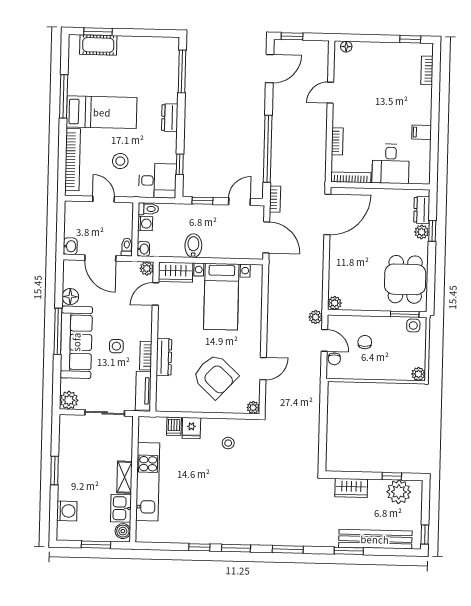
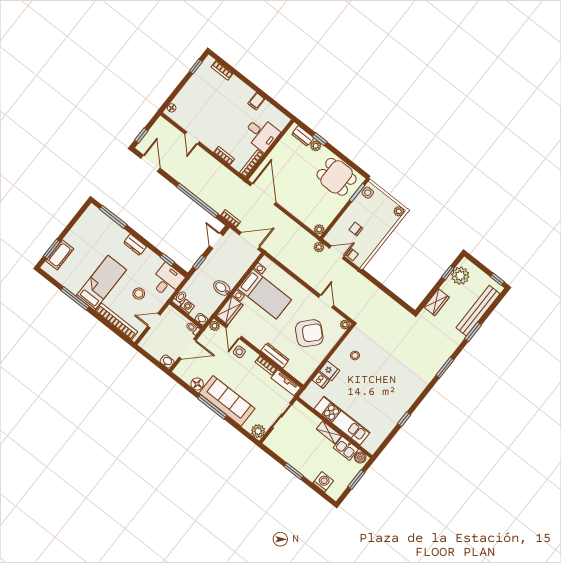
side table: (116, 346) -> (239, 352), moved
window: (236, 548) -> (421, 398), removed

